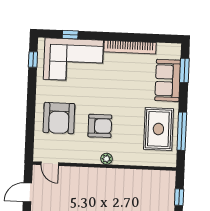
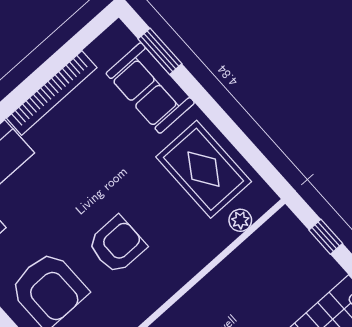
window: (182, 131) -> (239, 140), removed
plant: (107, 159) -> (240, 220), moved

